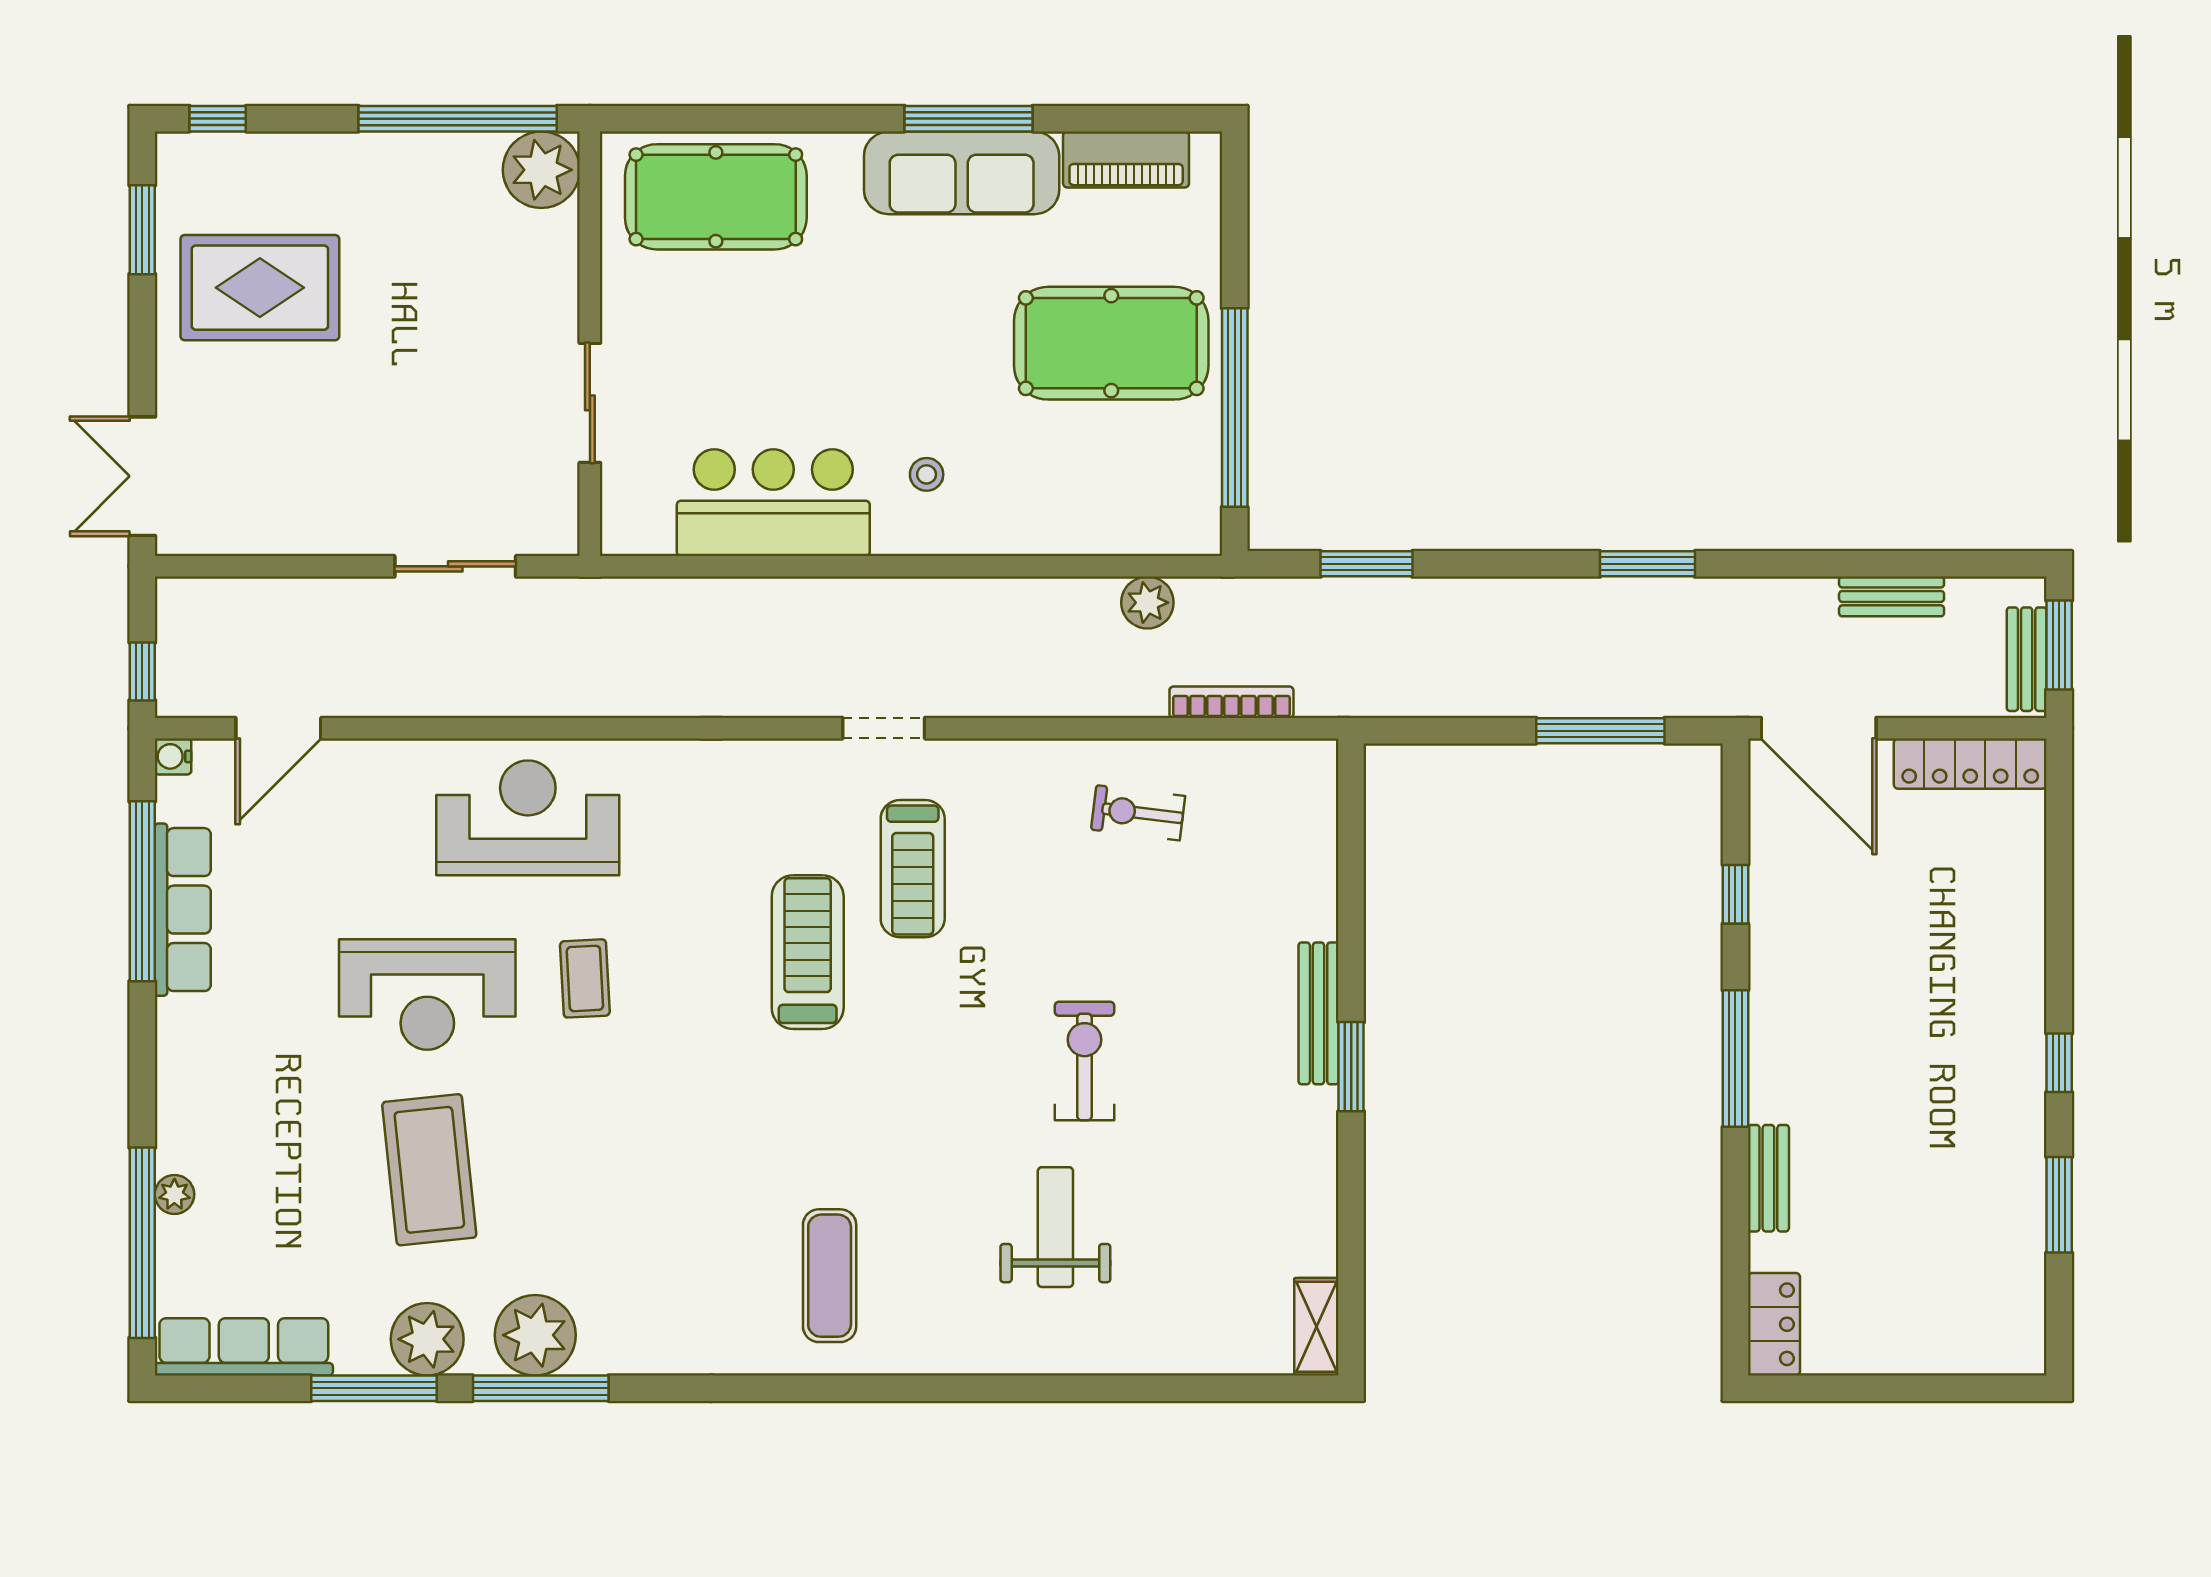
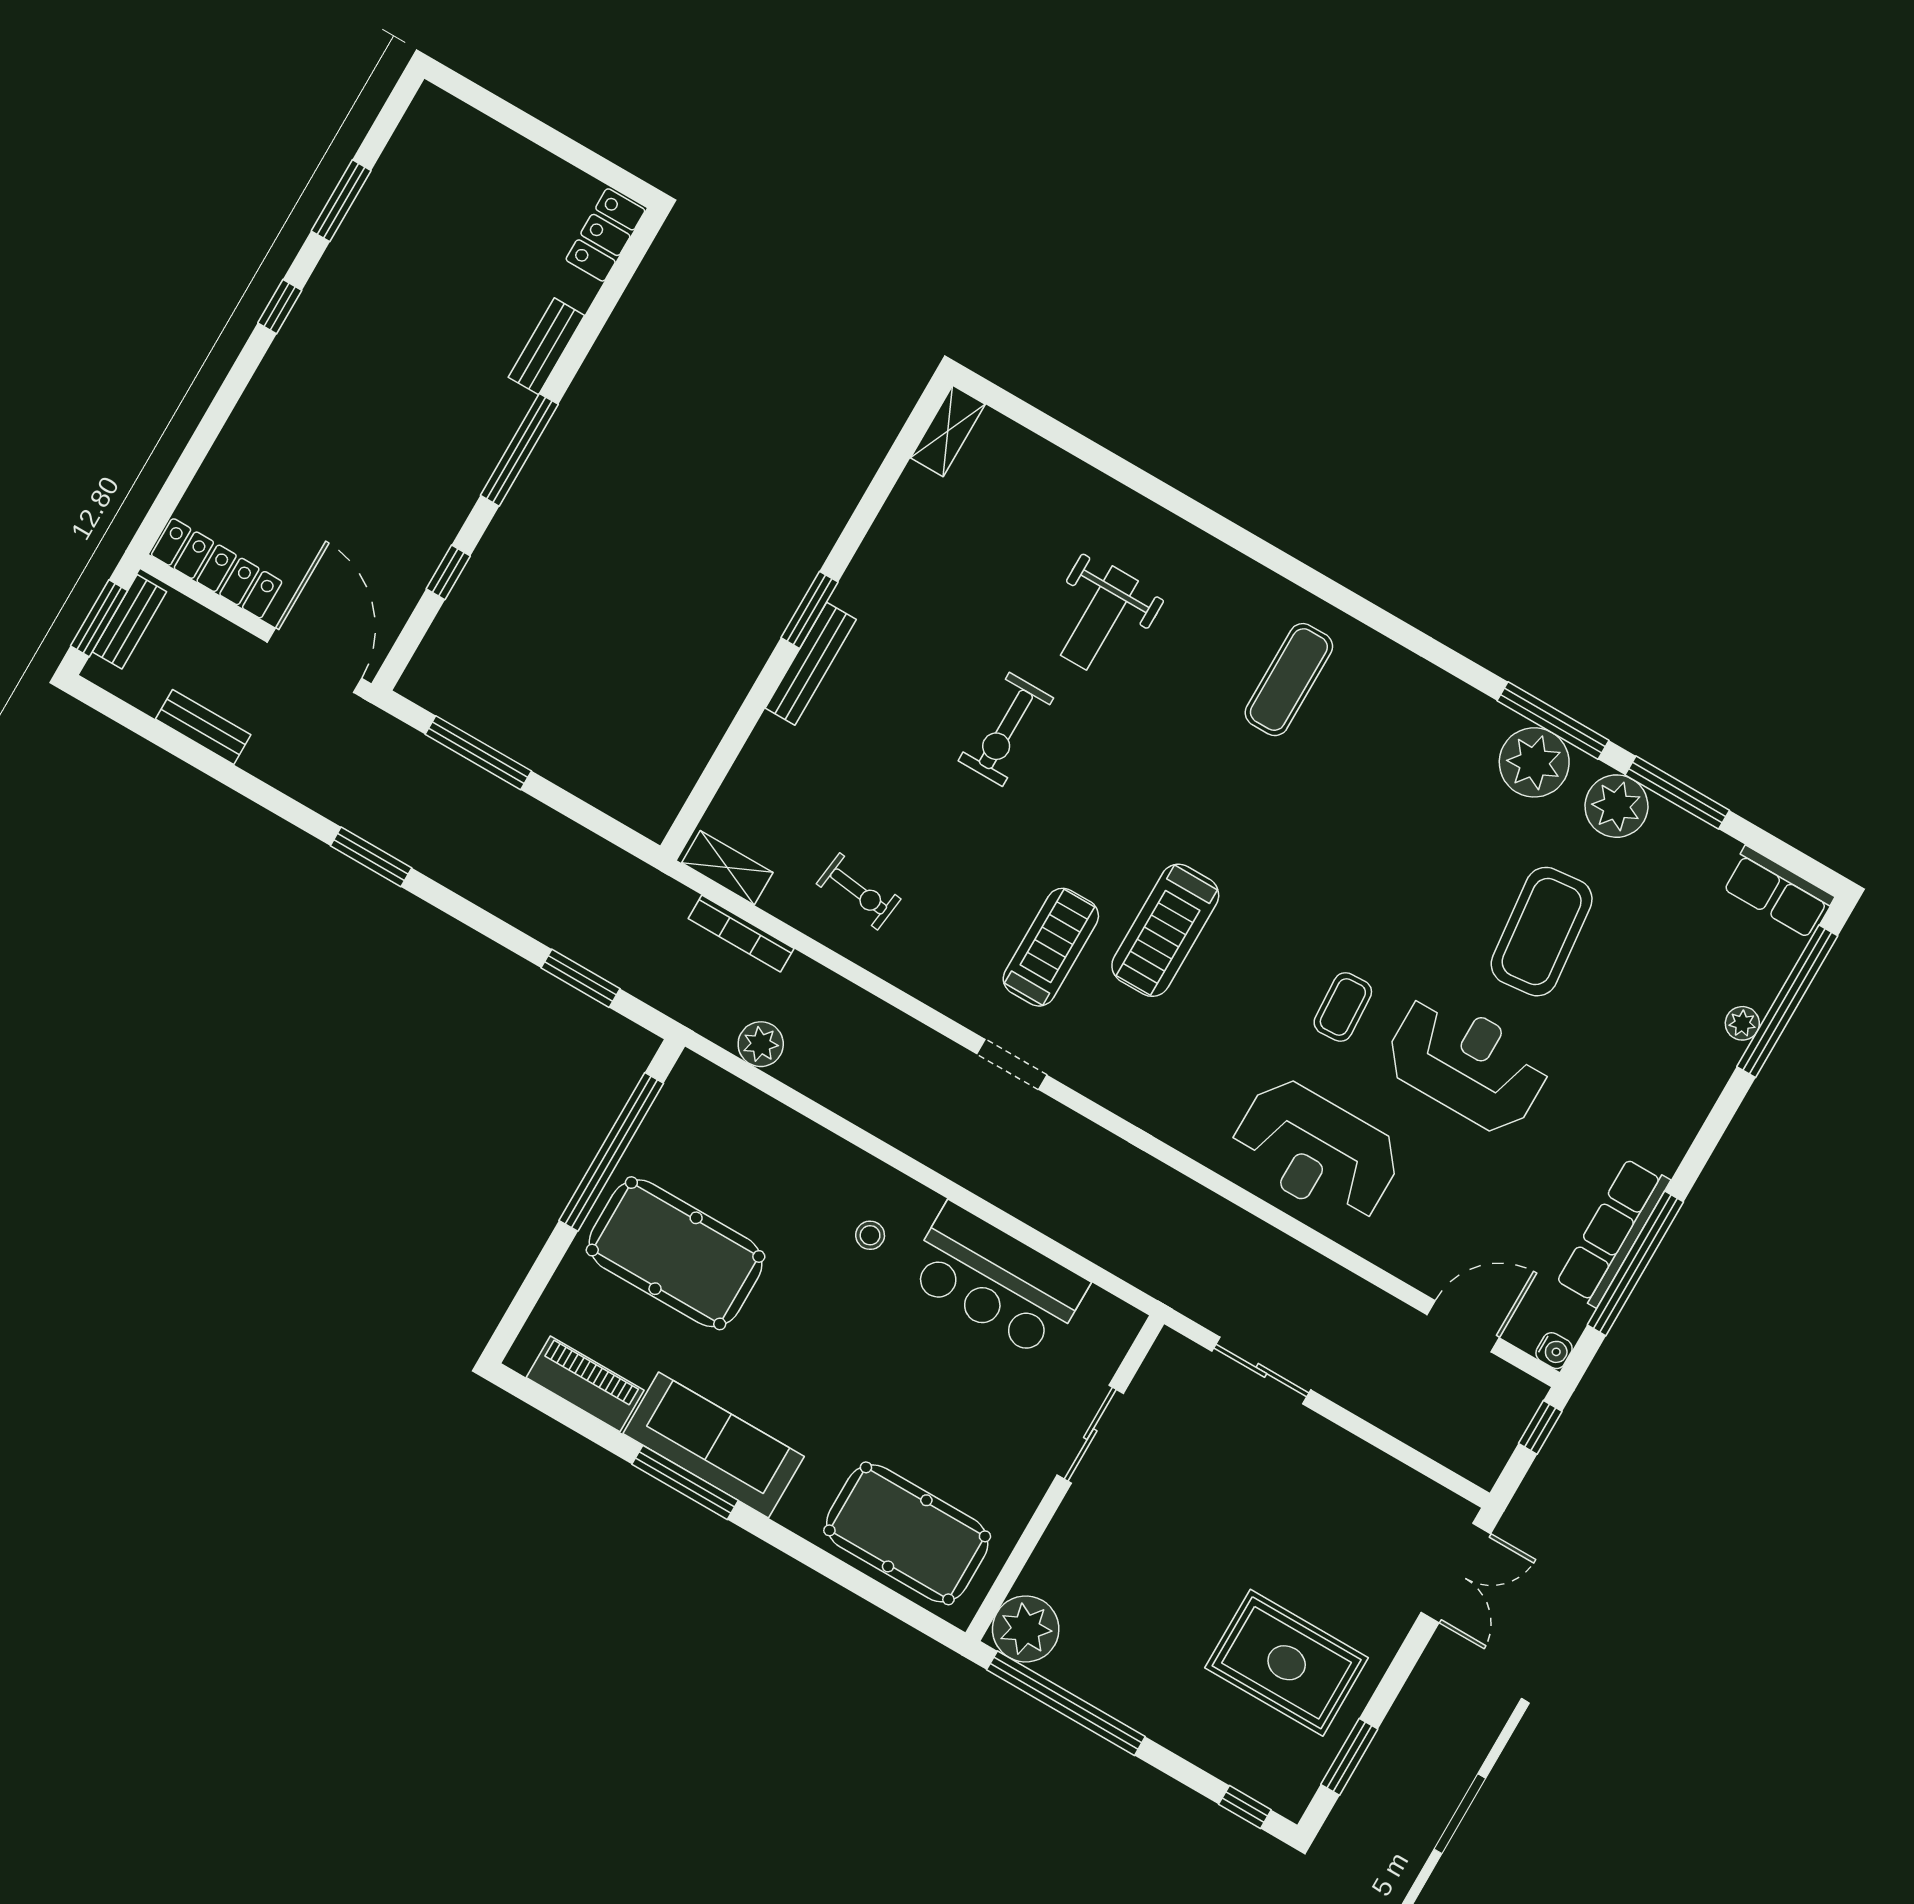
shelving: (1284, 760) -> (727, 868), added
row of seats: (244, 1347) -> (1778, 892), width x0.68

